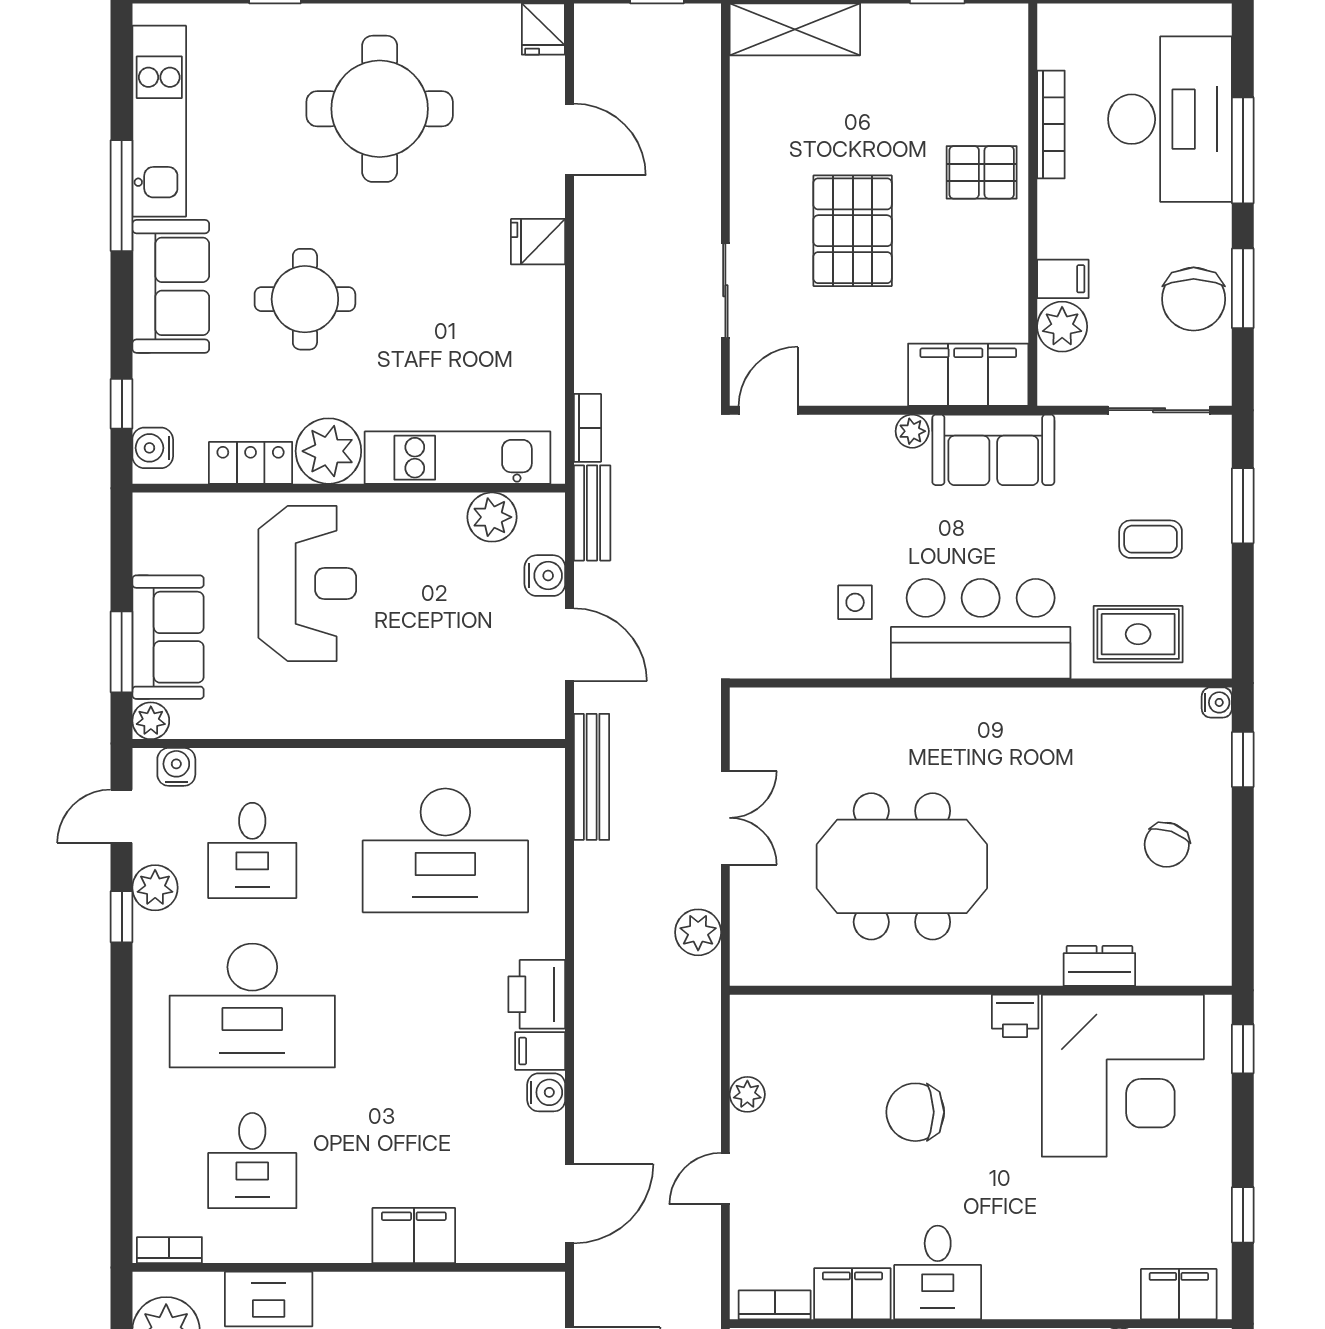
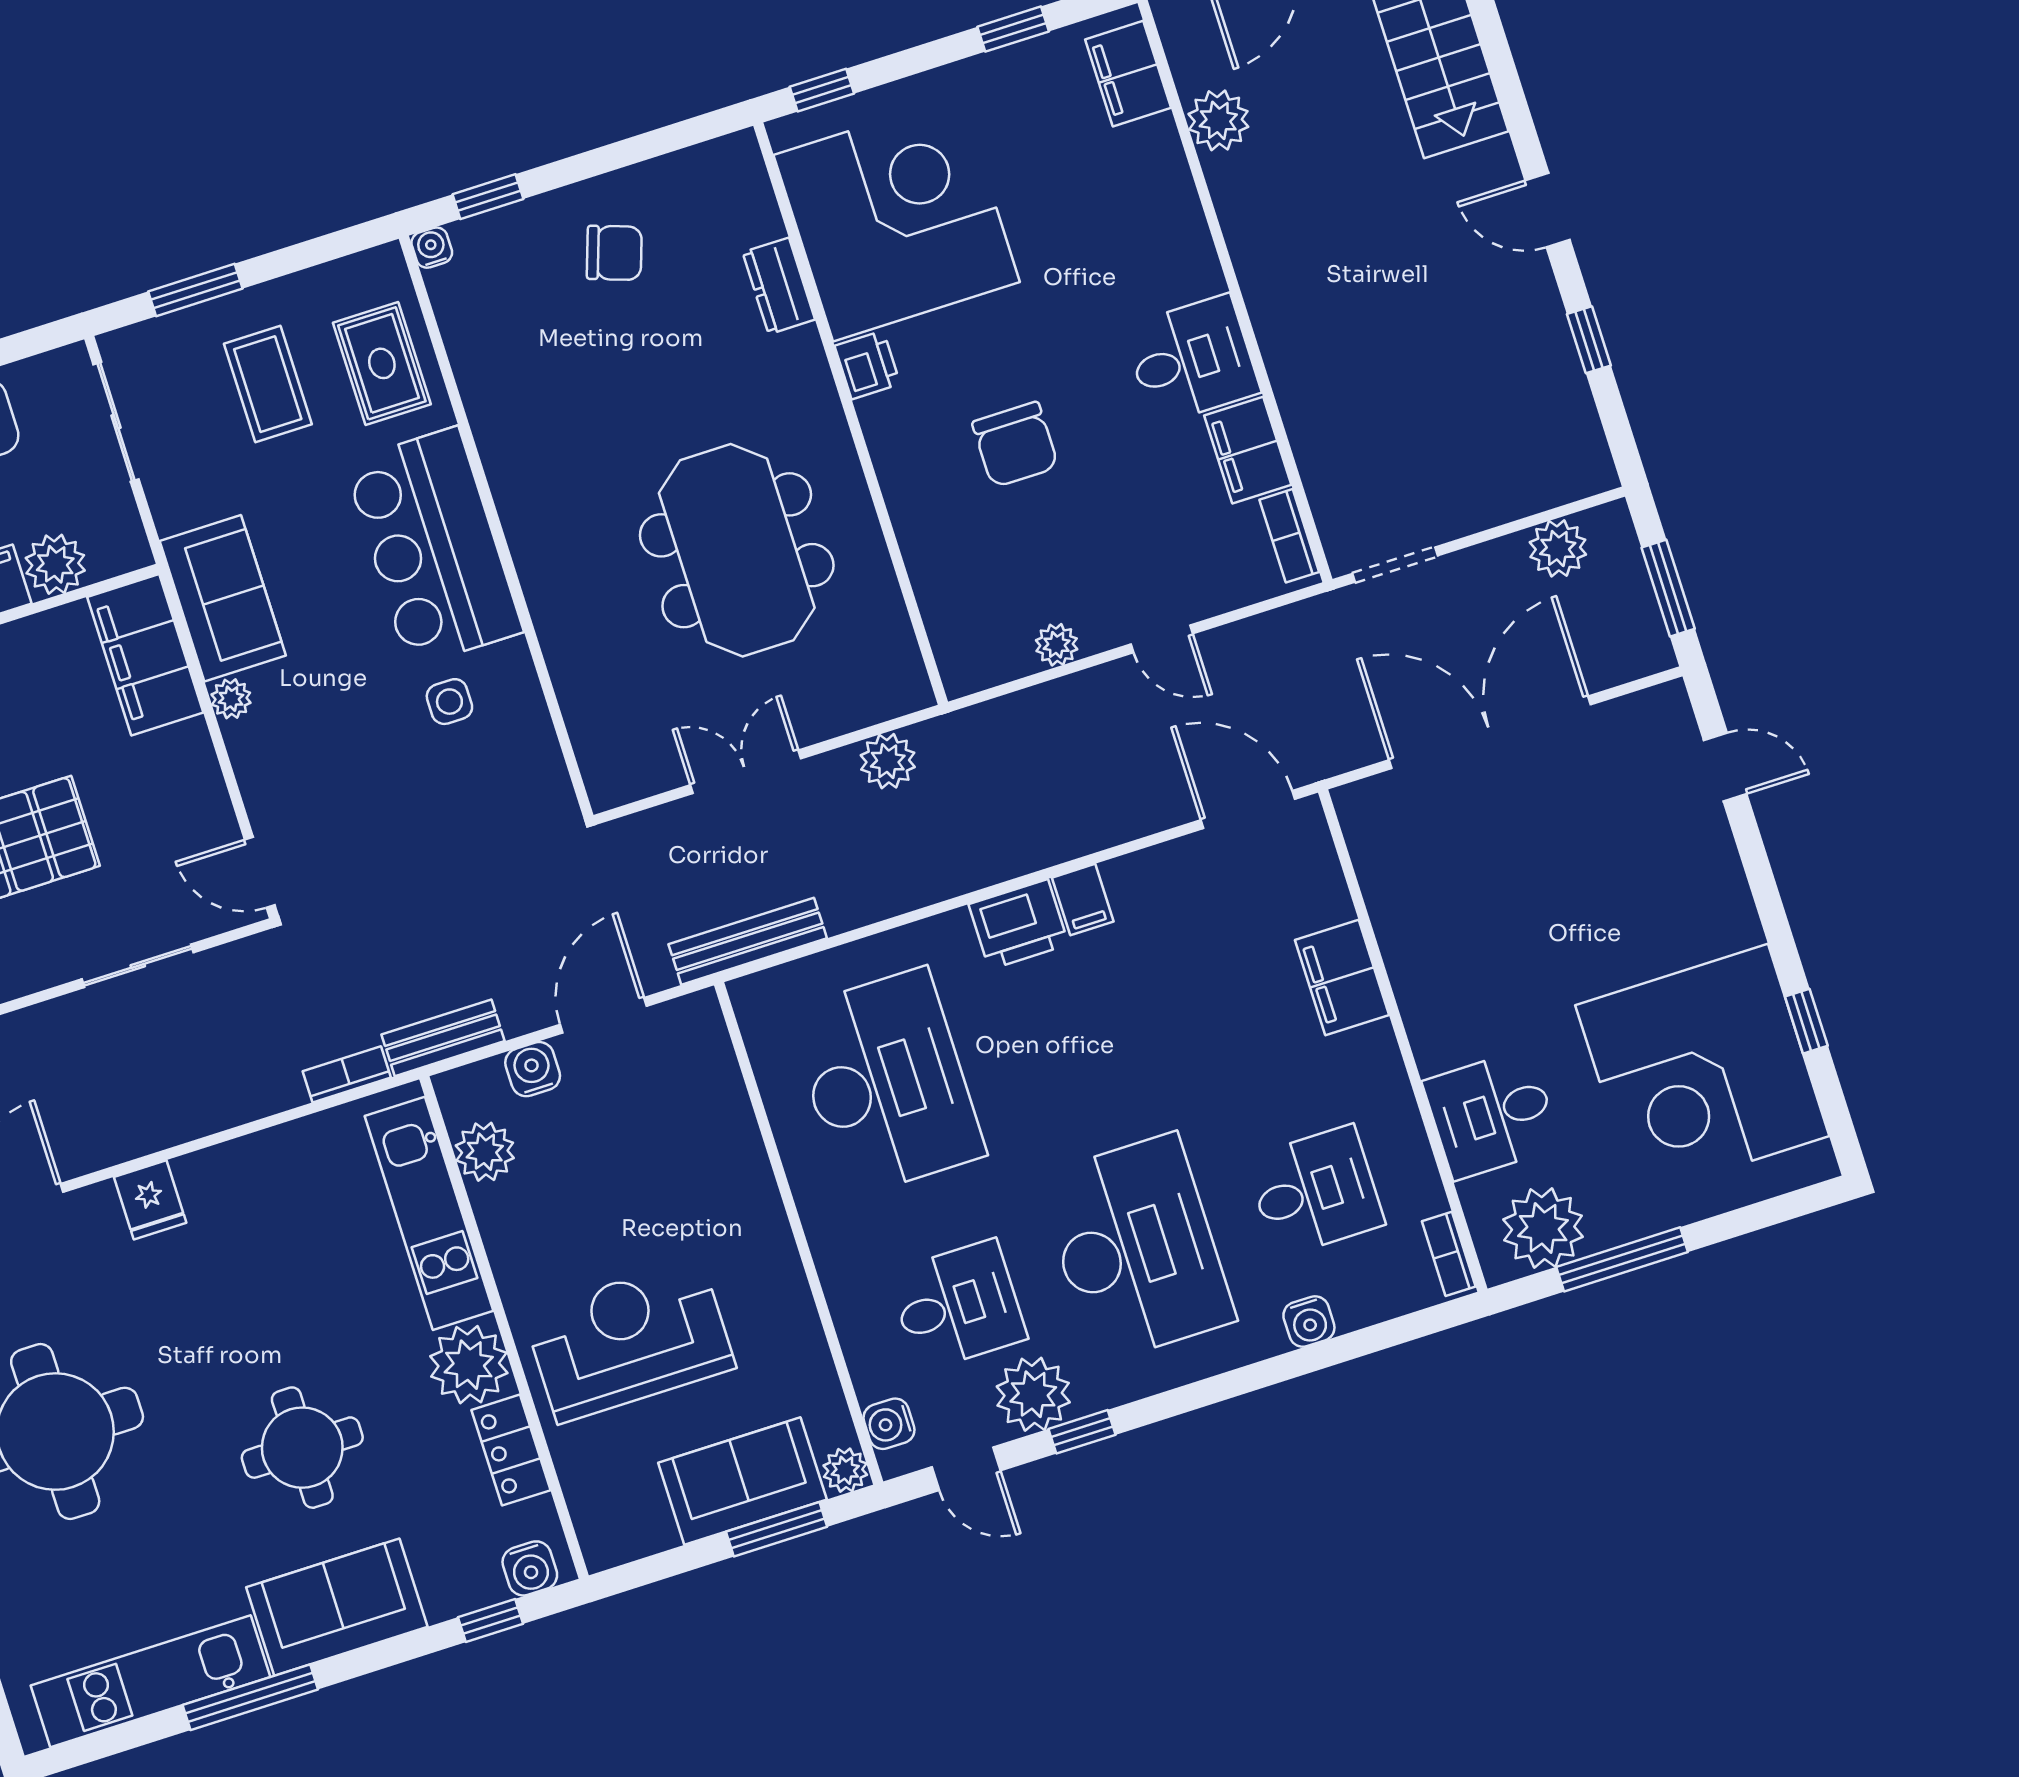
coffee table: (1151, 539) -> (268, 384), width x1.36, depth x1.30
plant: (155, 888) -> (1033, 1394), width x1.36, depth x1.36
water cooler: (546, 1092) -> (1309, 1321), moved, turned 180

